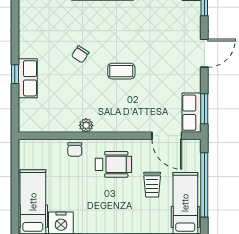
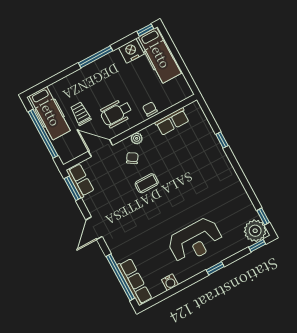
chair: (80, 54) -> (132, 158), moved
row of seats: (28, 78) -> (172, 121), moved, turned -90
plant: (86, 125) -> (137, 138), moved
door: (167, 136) -> (101, 148), moved

